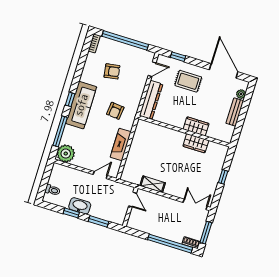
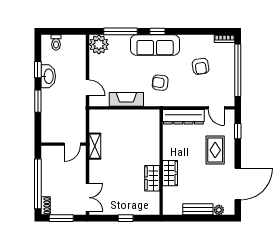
door: (133, 200) -> (72, 144), moved
wall: (130, 207) -> (64, 144), moved

